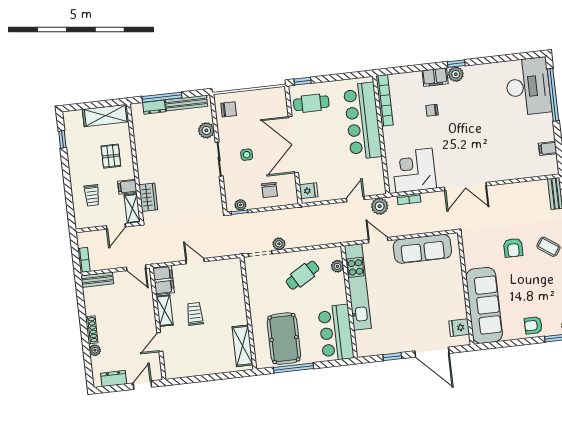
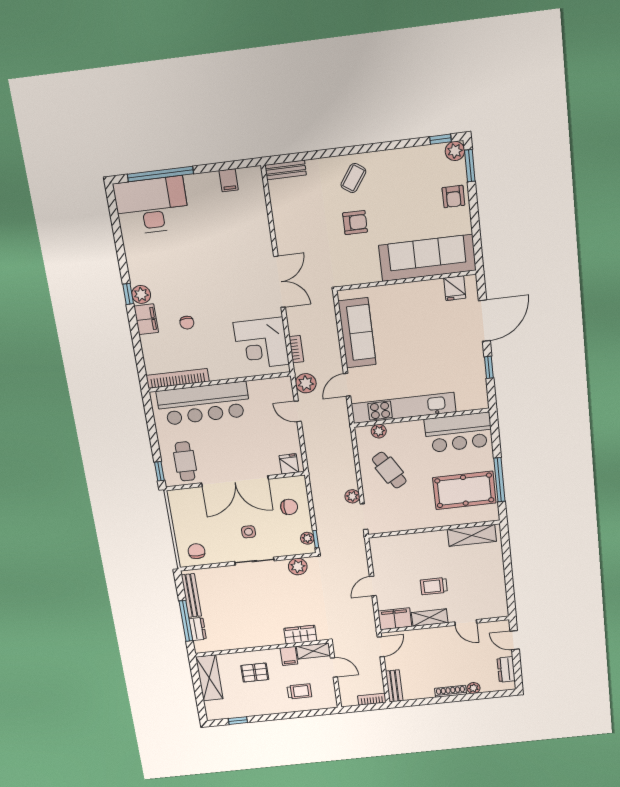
plant: (206, 130) -> (298, 567), moved

